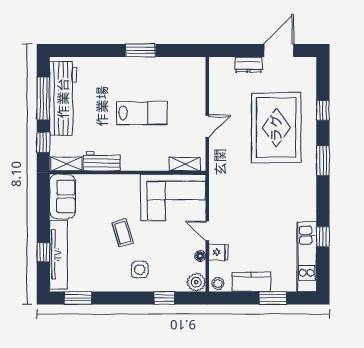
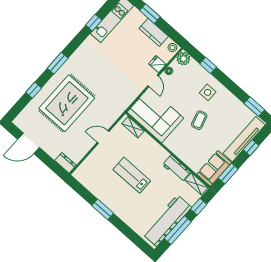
dresser: (248, 64) -> (66, 163), moved
window: (43, 204) -> (228, 174), added

